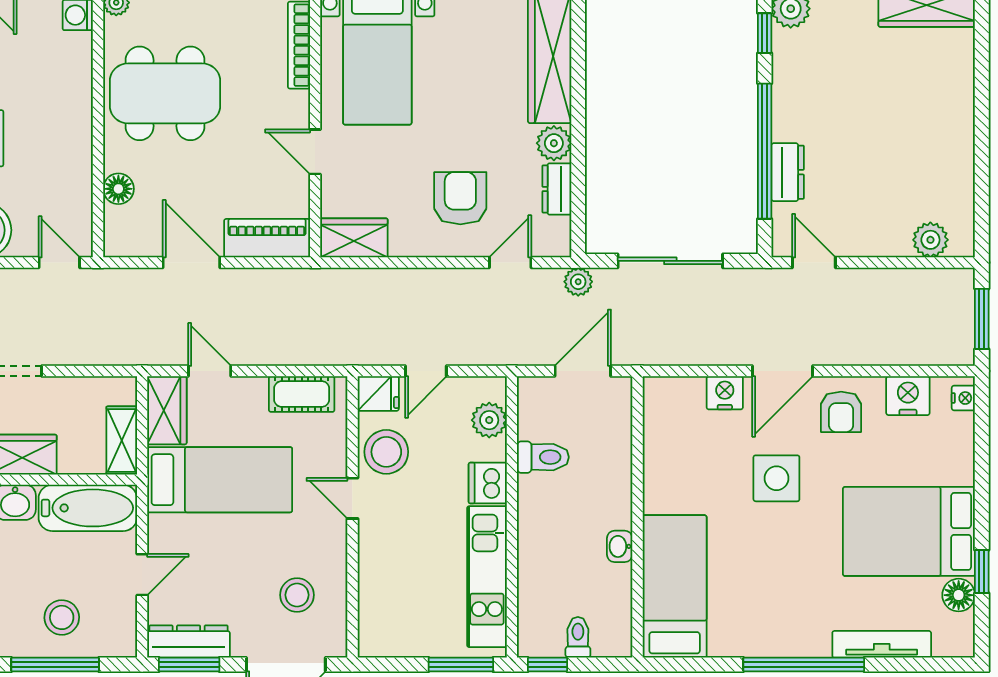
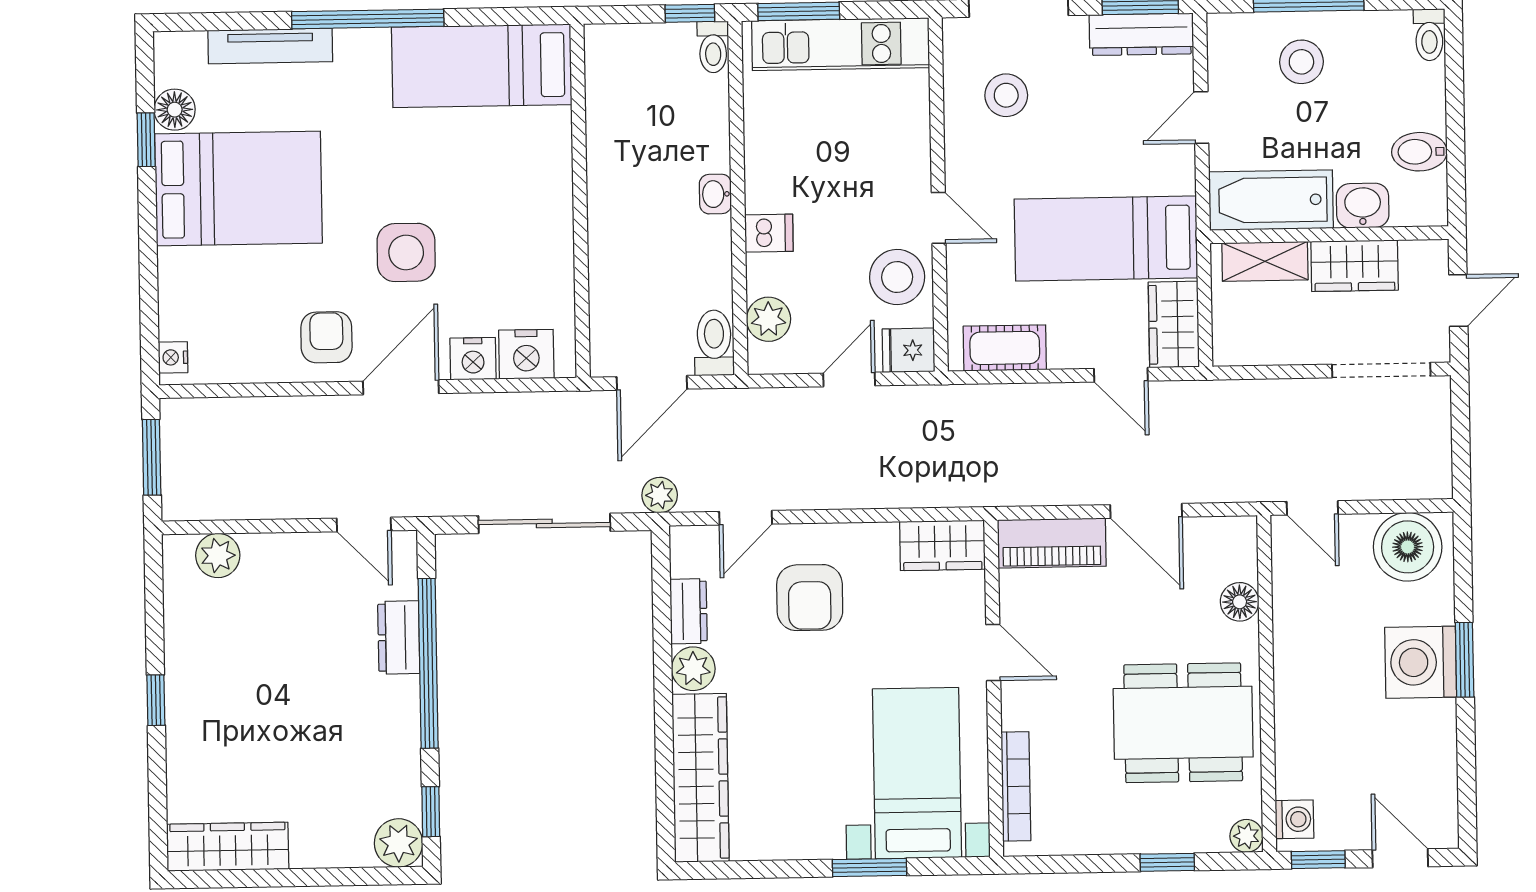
window: (982, 126) -> (156, 700), added
nightstand: (908, 396) -> (526, 354), moved
shelving: (122, 440) -> (1265, 261), moved, turned 90
toilet: (543, 457) -> (714, 343), moved, turned 90
dishwasher: (488, 483) -> (769, 233), width x0.73
washbasin: (620, 546) -> (715, 194), moved, turned 180
kitchen unit: (487, 577) -> (841, 44), moved, turned 90
bed: (675, 586) -> (482, 66), moved, turned 90
toilet: (578, 637) -> (713, 47), moved

